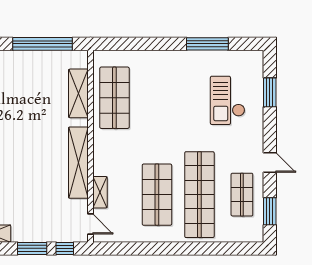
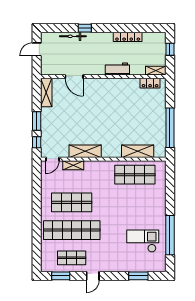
window: (207, 44) -> (170, 235), width x1.46
checkout: (228, 100) -> (143, 241), moved
shelving: (78, 163) -> (85, 151), width x0.68

